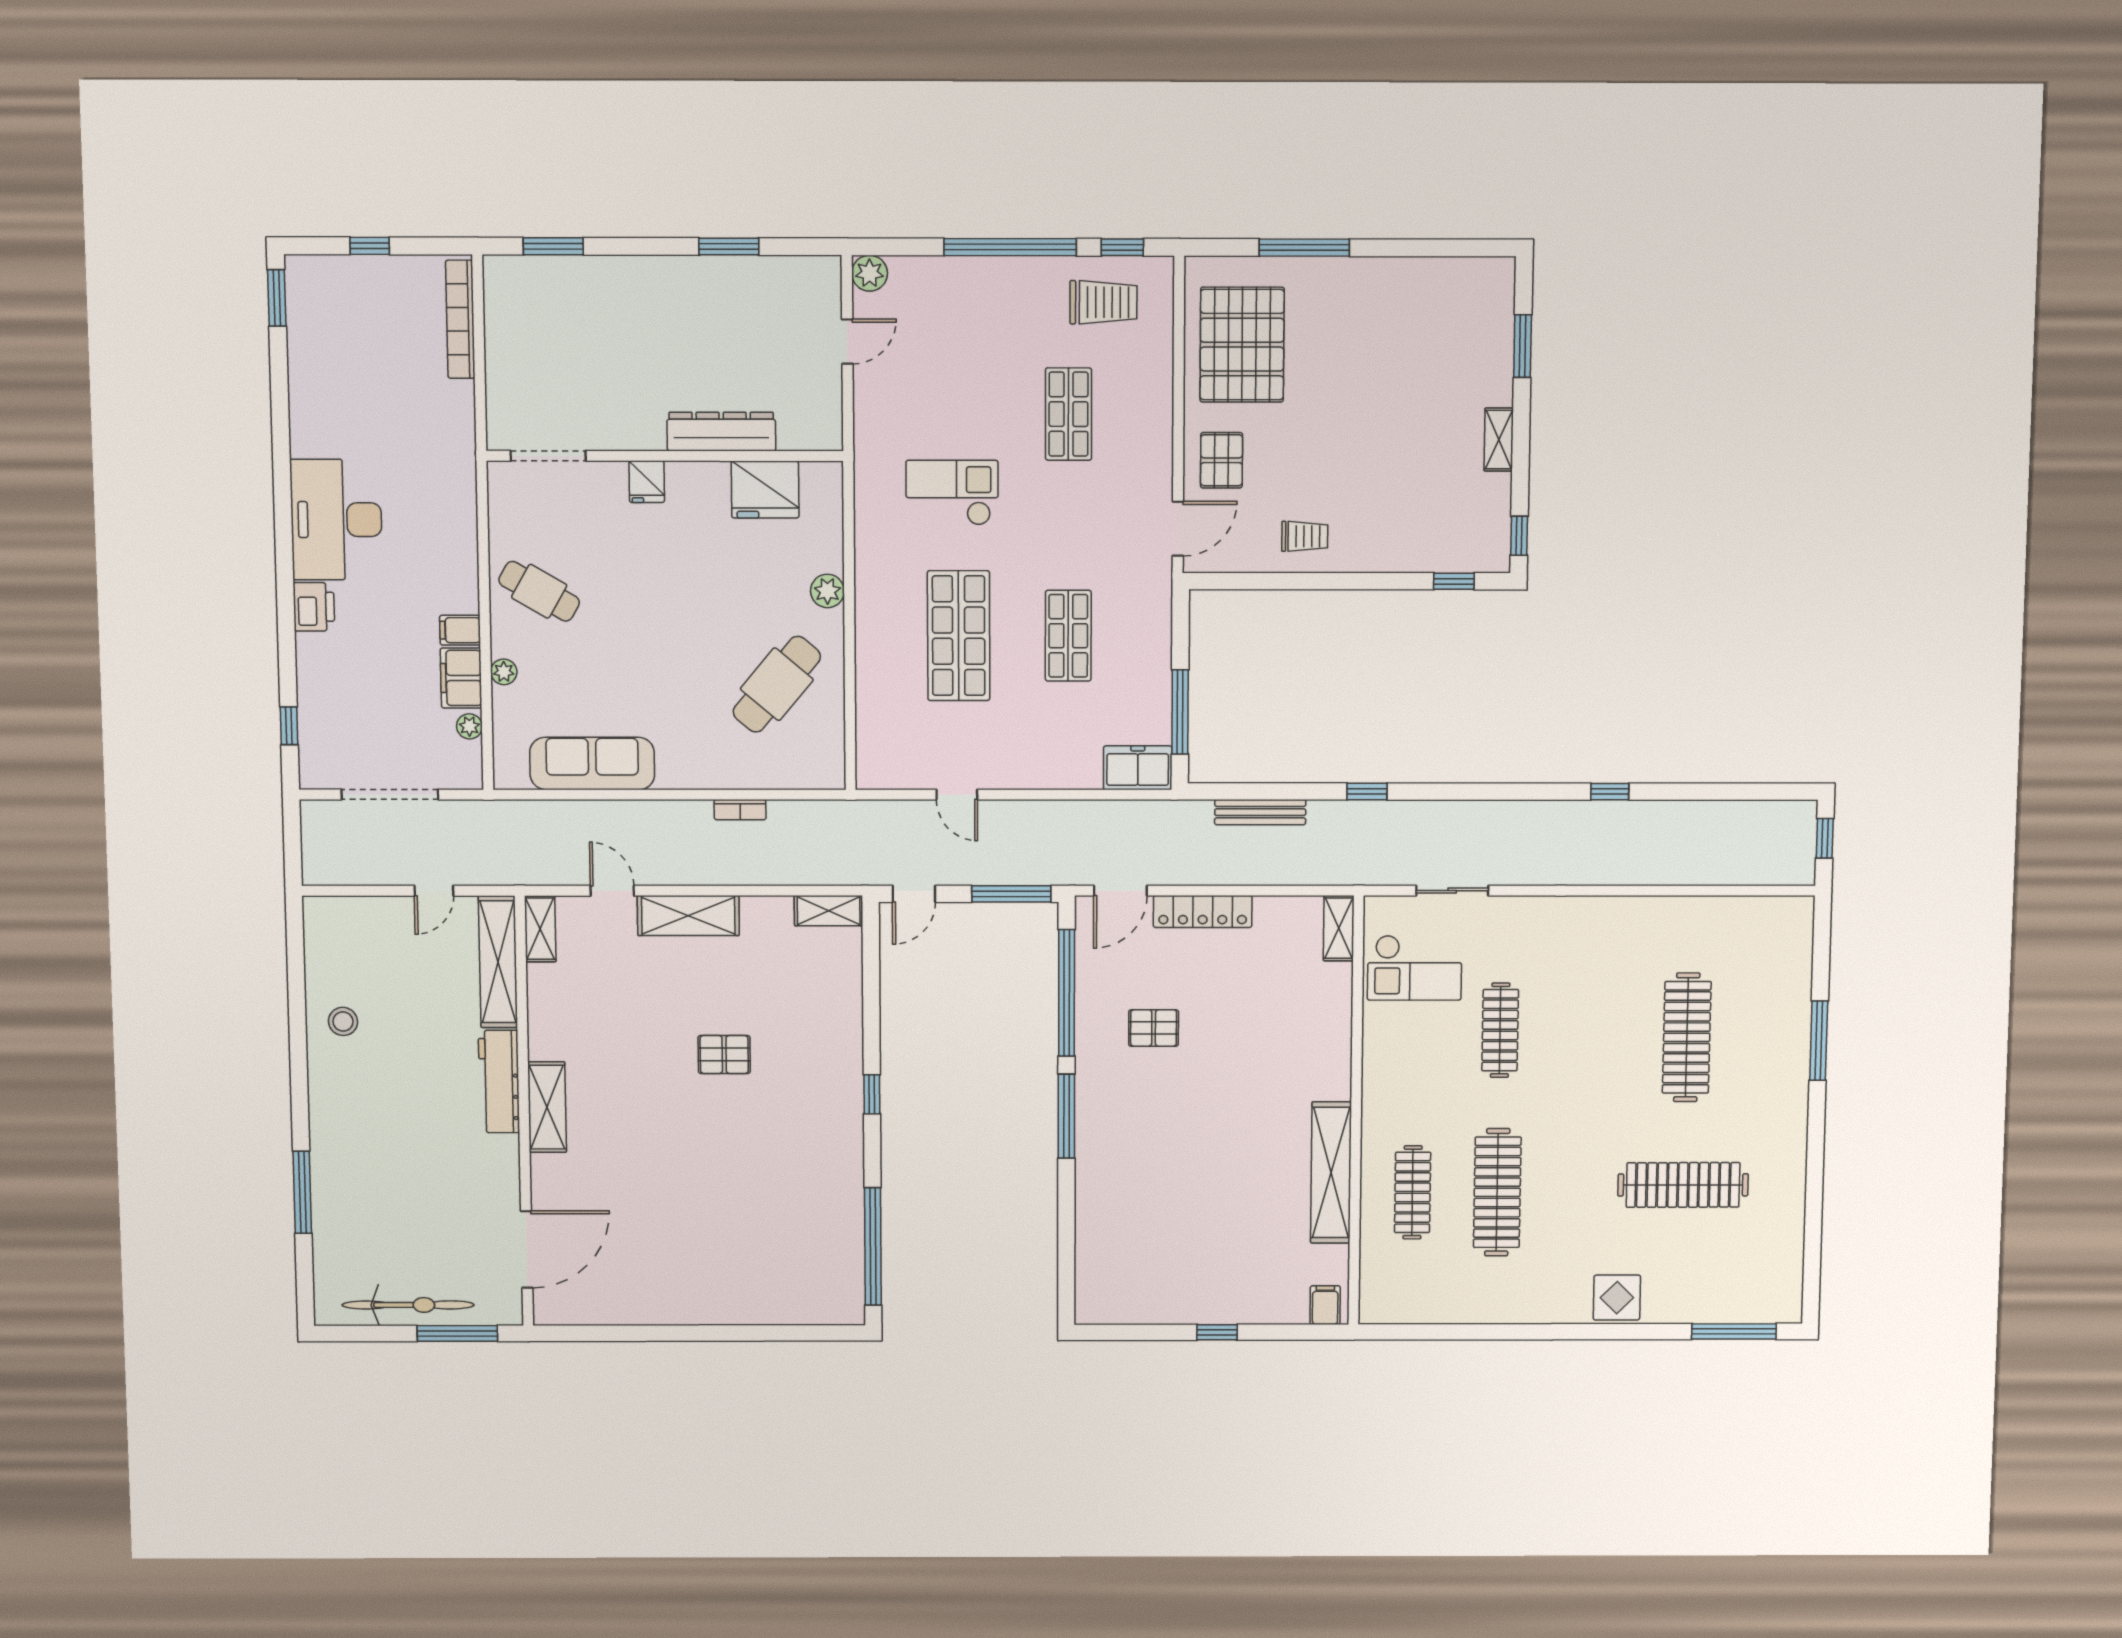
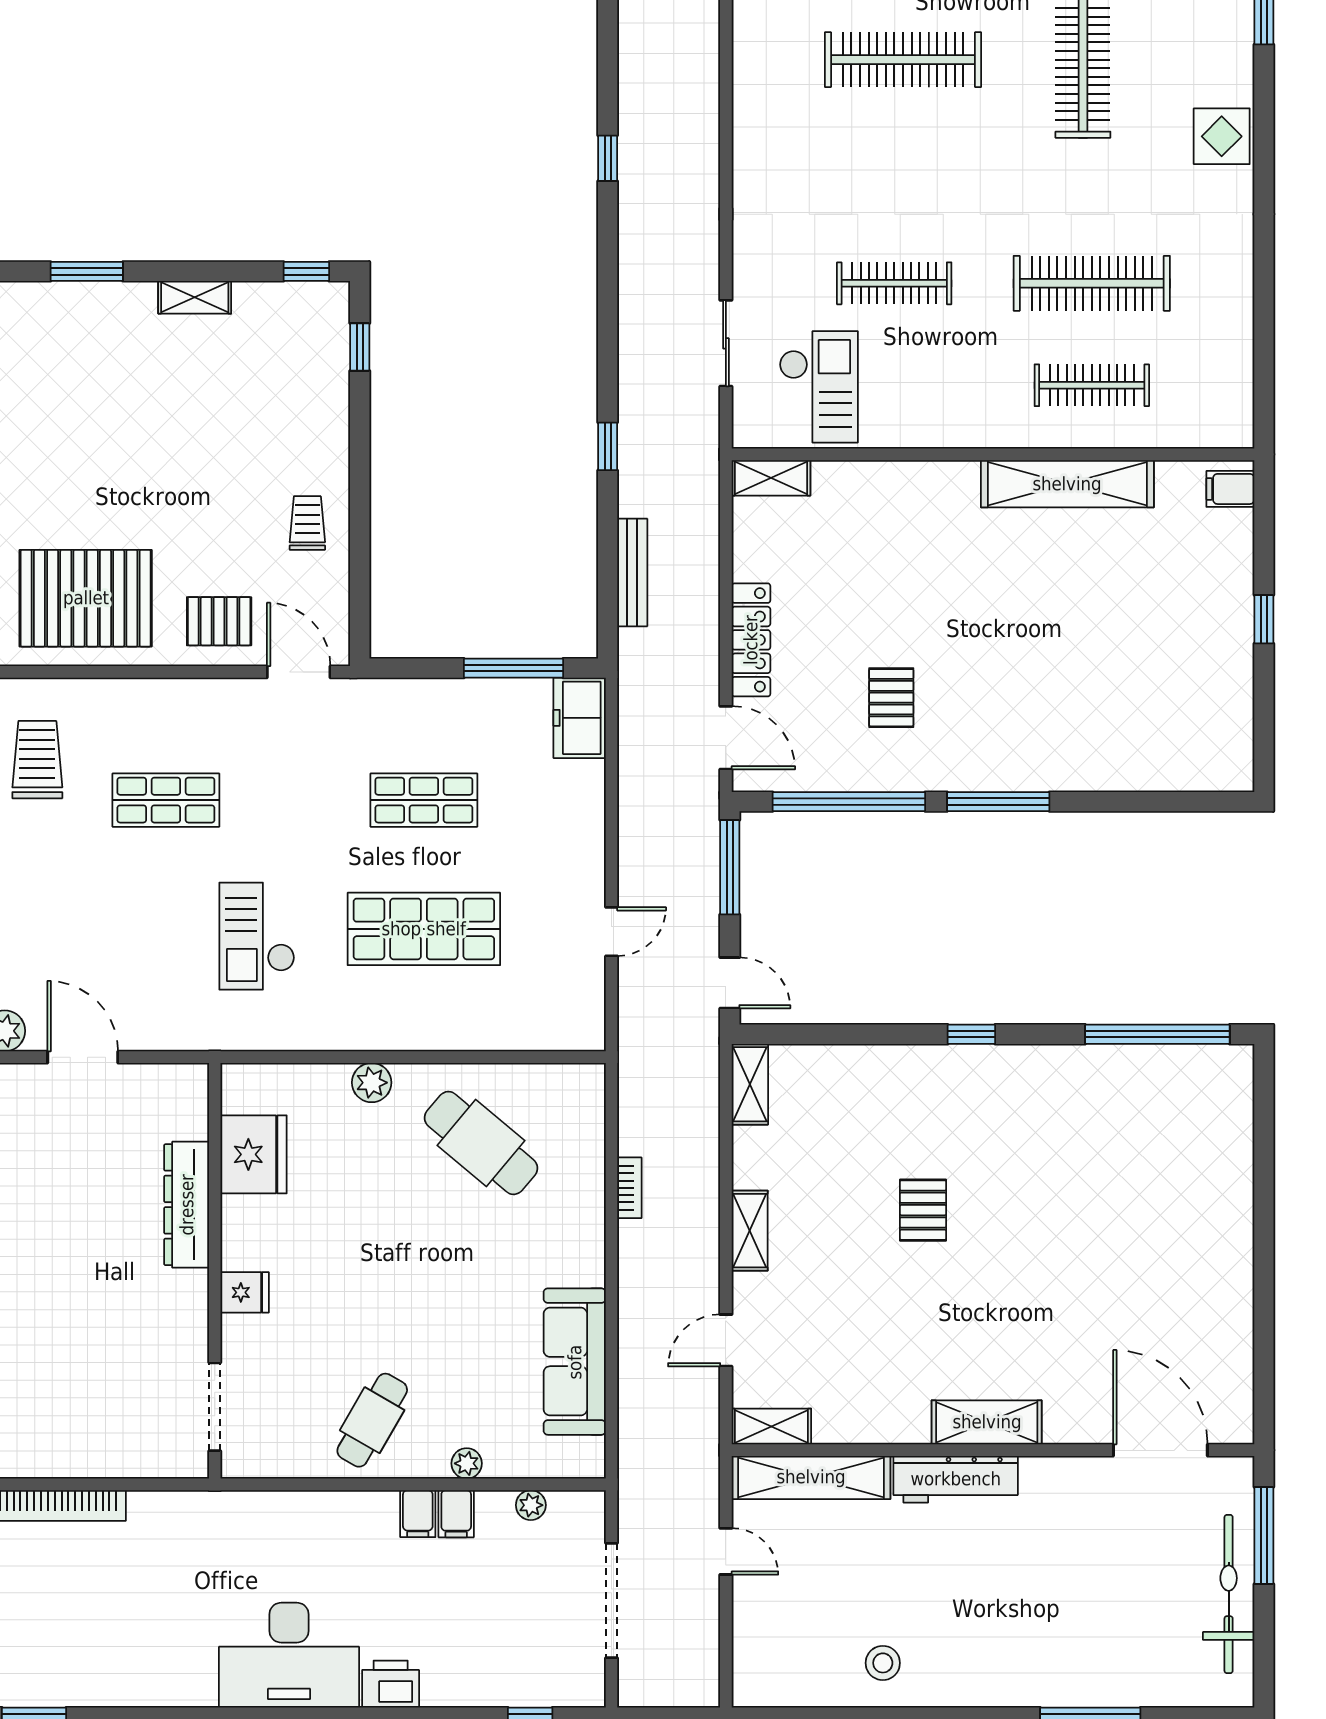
door: (847, 341) -> (83, 1057), width x1.38
filing cabinet: (461, 678) -> (456, 1514), width x0.50
shelving: (688, 916) -> (750, 1231), width x0.67, depth x0.75

